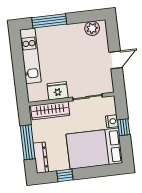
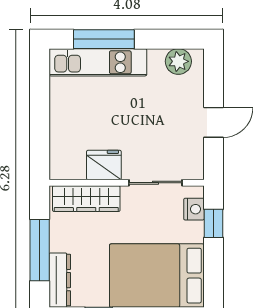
kitchen unit: (30, 56) -> (98, 62), moved, turned 90
nightstand: (112, 121) -> (194, 209), moved
window: (124, 127) -> (213, 223), moved

